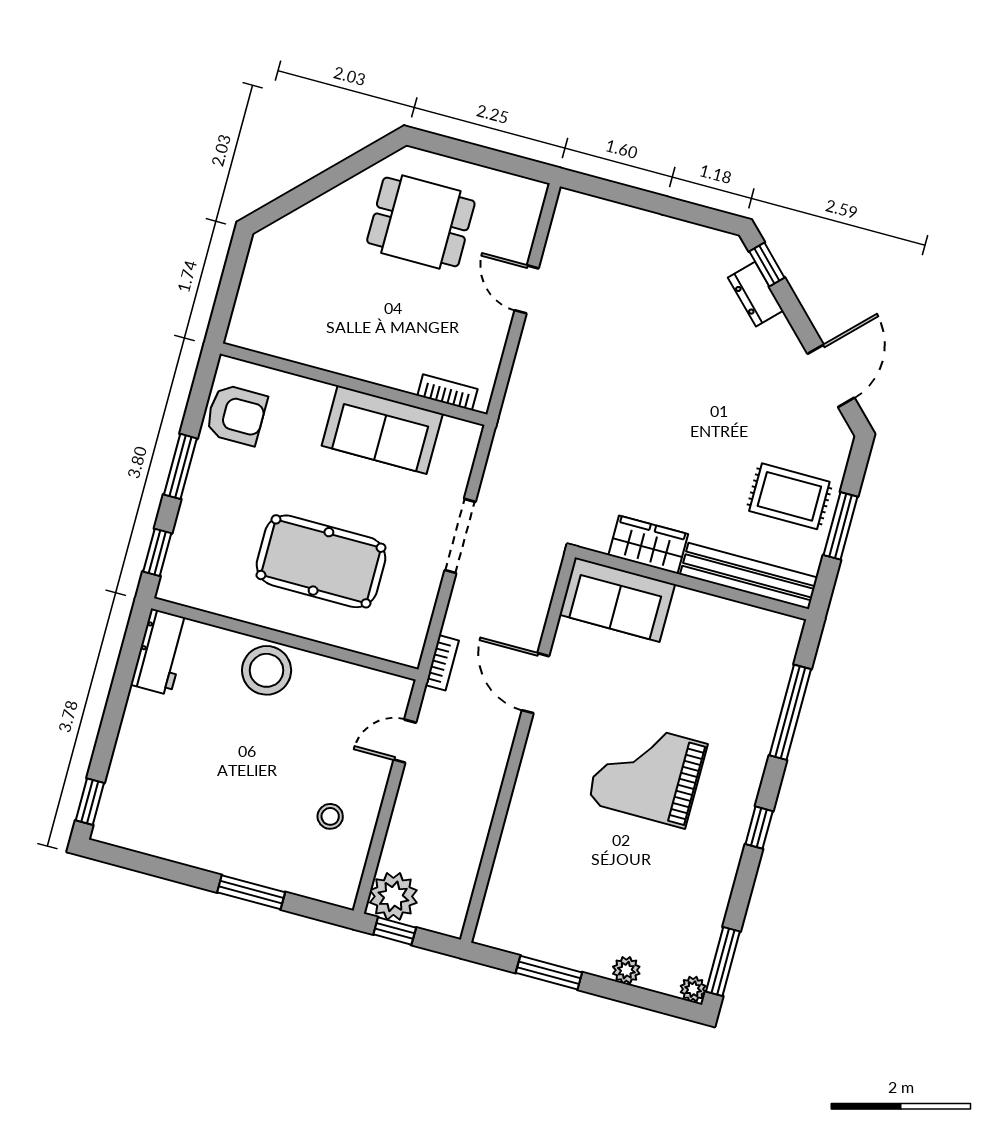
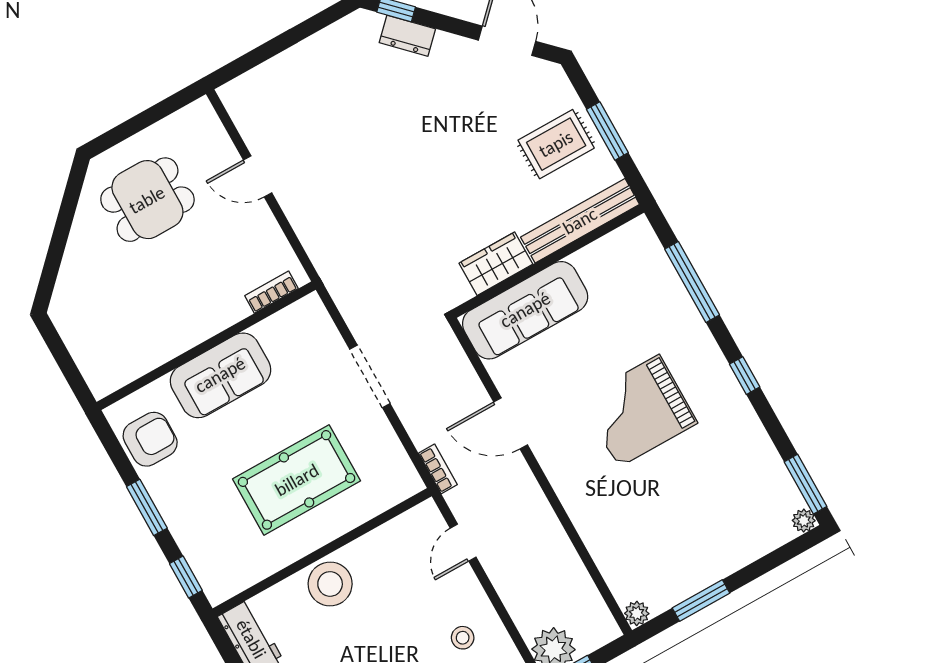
sofa: (382, 430) -> (220, 375), moved
sofa: (617, 600) -> (525, 310), width x1.36
plant: (626, 970) -> (637, 613), moved

